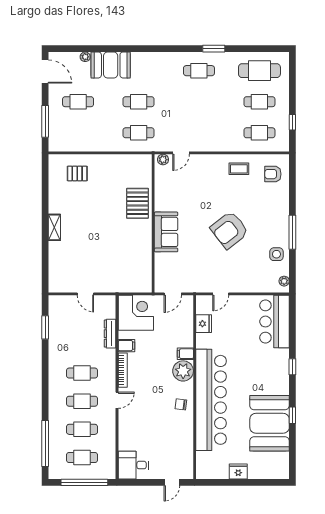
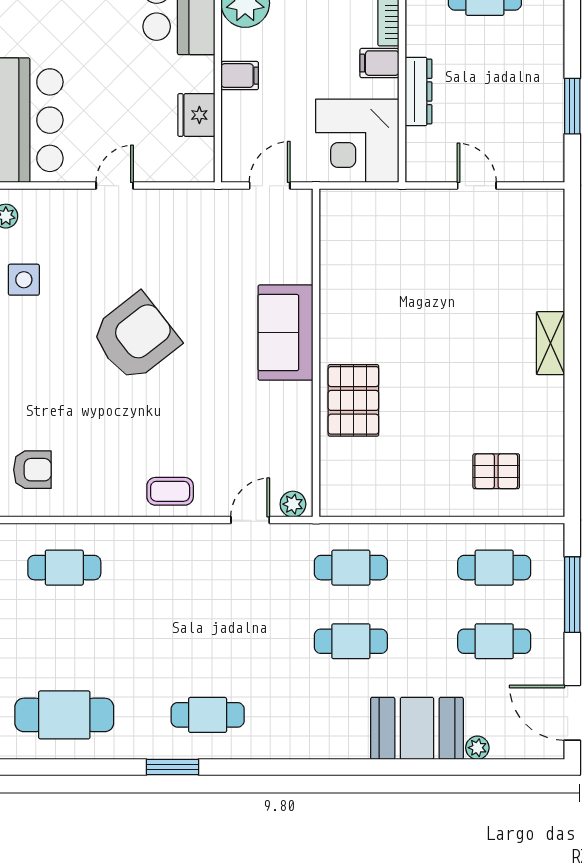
cafe table: (259, 102) -> (494, 568), moved
coffee table: (239, 169) -> (170, 491), moved
door: (221, 294) -> (115, 186), moved
filing cabinet: (185, 354) -> (240, 76), moved

